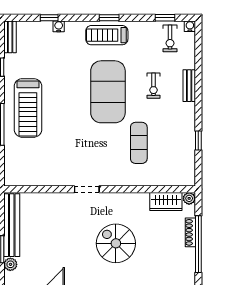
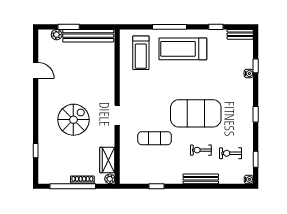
treadmill: (107, 35) -> (141, 53), moved, turned 180
exercise bike: (170, 38) -> (231, 153), moved
bench: (189, 86) -> (201, 179), width x1.36
doorway: (87, 189) -> (117, 115), moved

